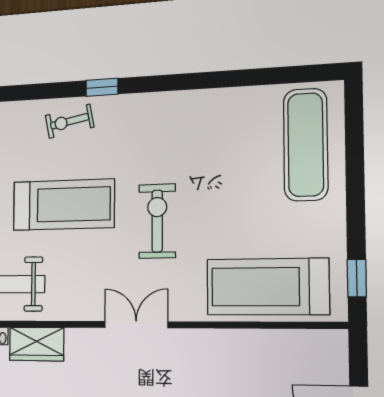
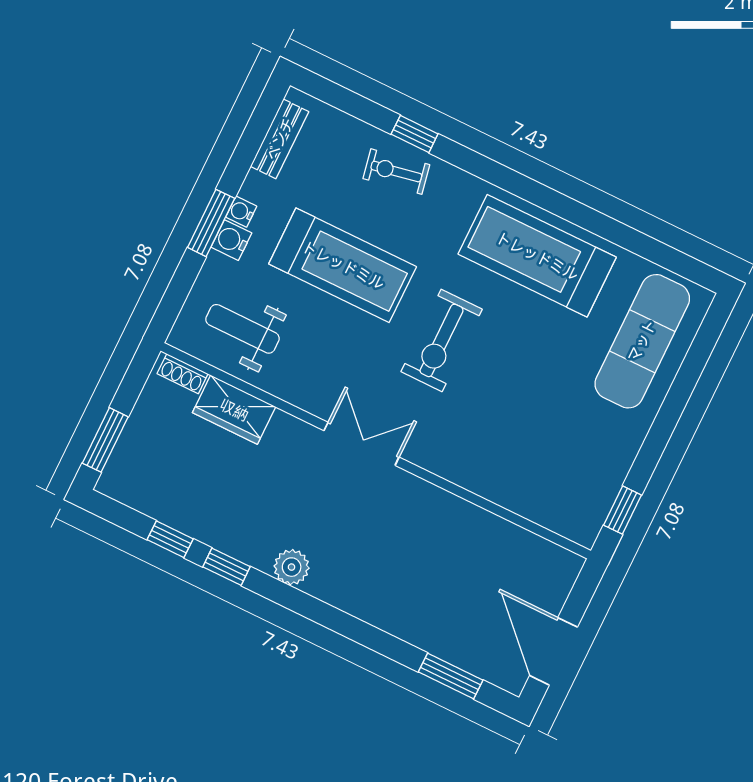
window: (102, 87) -> (415, 134), moved
exercise bike: (157, 221) -> (442, 340), turned 180
treadmill: (267, 287) -> (537, 256), moved

